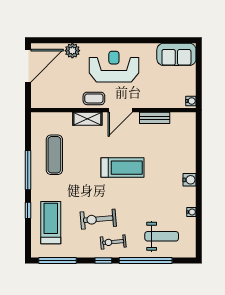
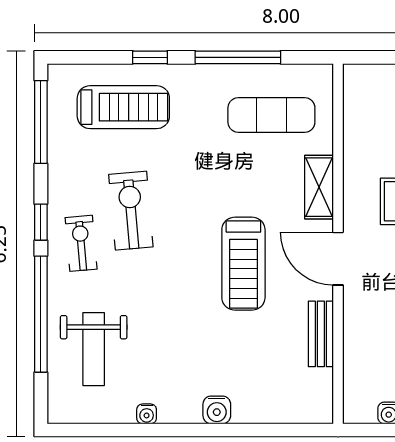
wall: (113, 110) -> (338, 244), moved
door: (120, 110) -> (338, 259), moved
bench: (155, 118) -> (321, 334), moved
shelving: (87, 119) -> (319, 187), moved

